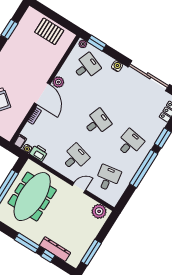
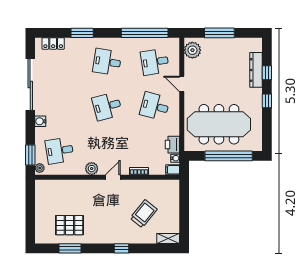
pallet: (49, 31) -> (70, 225), moved, turned 90
desk: (86, 67) -> (60, 151), turned -30
door: (42, 94) -> (113, 177), width x0.53
desk: (97, 122) -> (107, 106), turned -36
window: (144, 169) -> (145, 33), moved
window: (27, 243) -> (267, 101), width x0.46
window: (91, 252) -> (219, 33), moved

